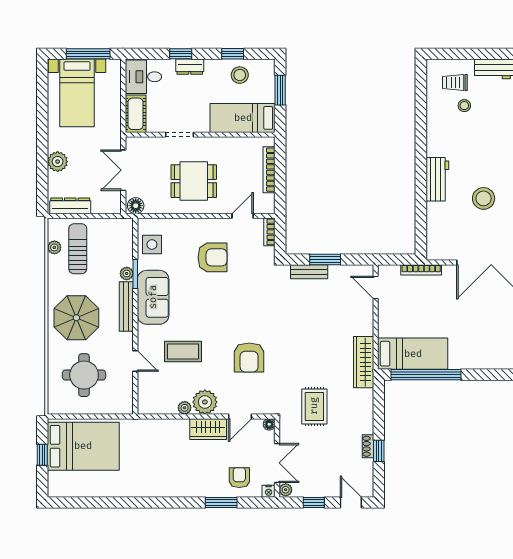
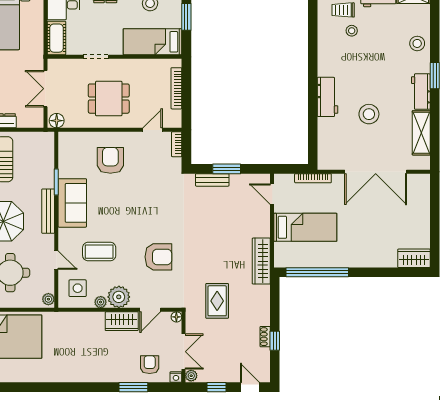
side table: (152, 245) -> (78, 288), moved
armchair: (213, 257) -> (110, 160), moved, turned -90
plant: (127, 274) -> (48, 299), moved
bed: (413, 354) -> (305, 227), moved
armchair: (249, 358) -> (158, 257), turned -90

